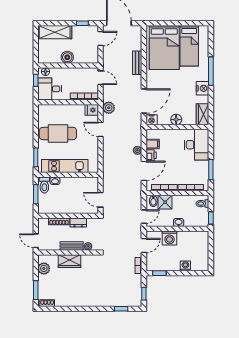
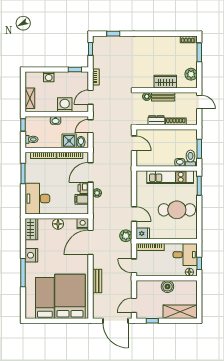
shelving: (204, 245) -> (30, 98), added

